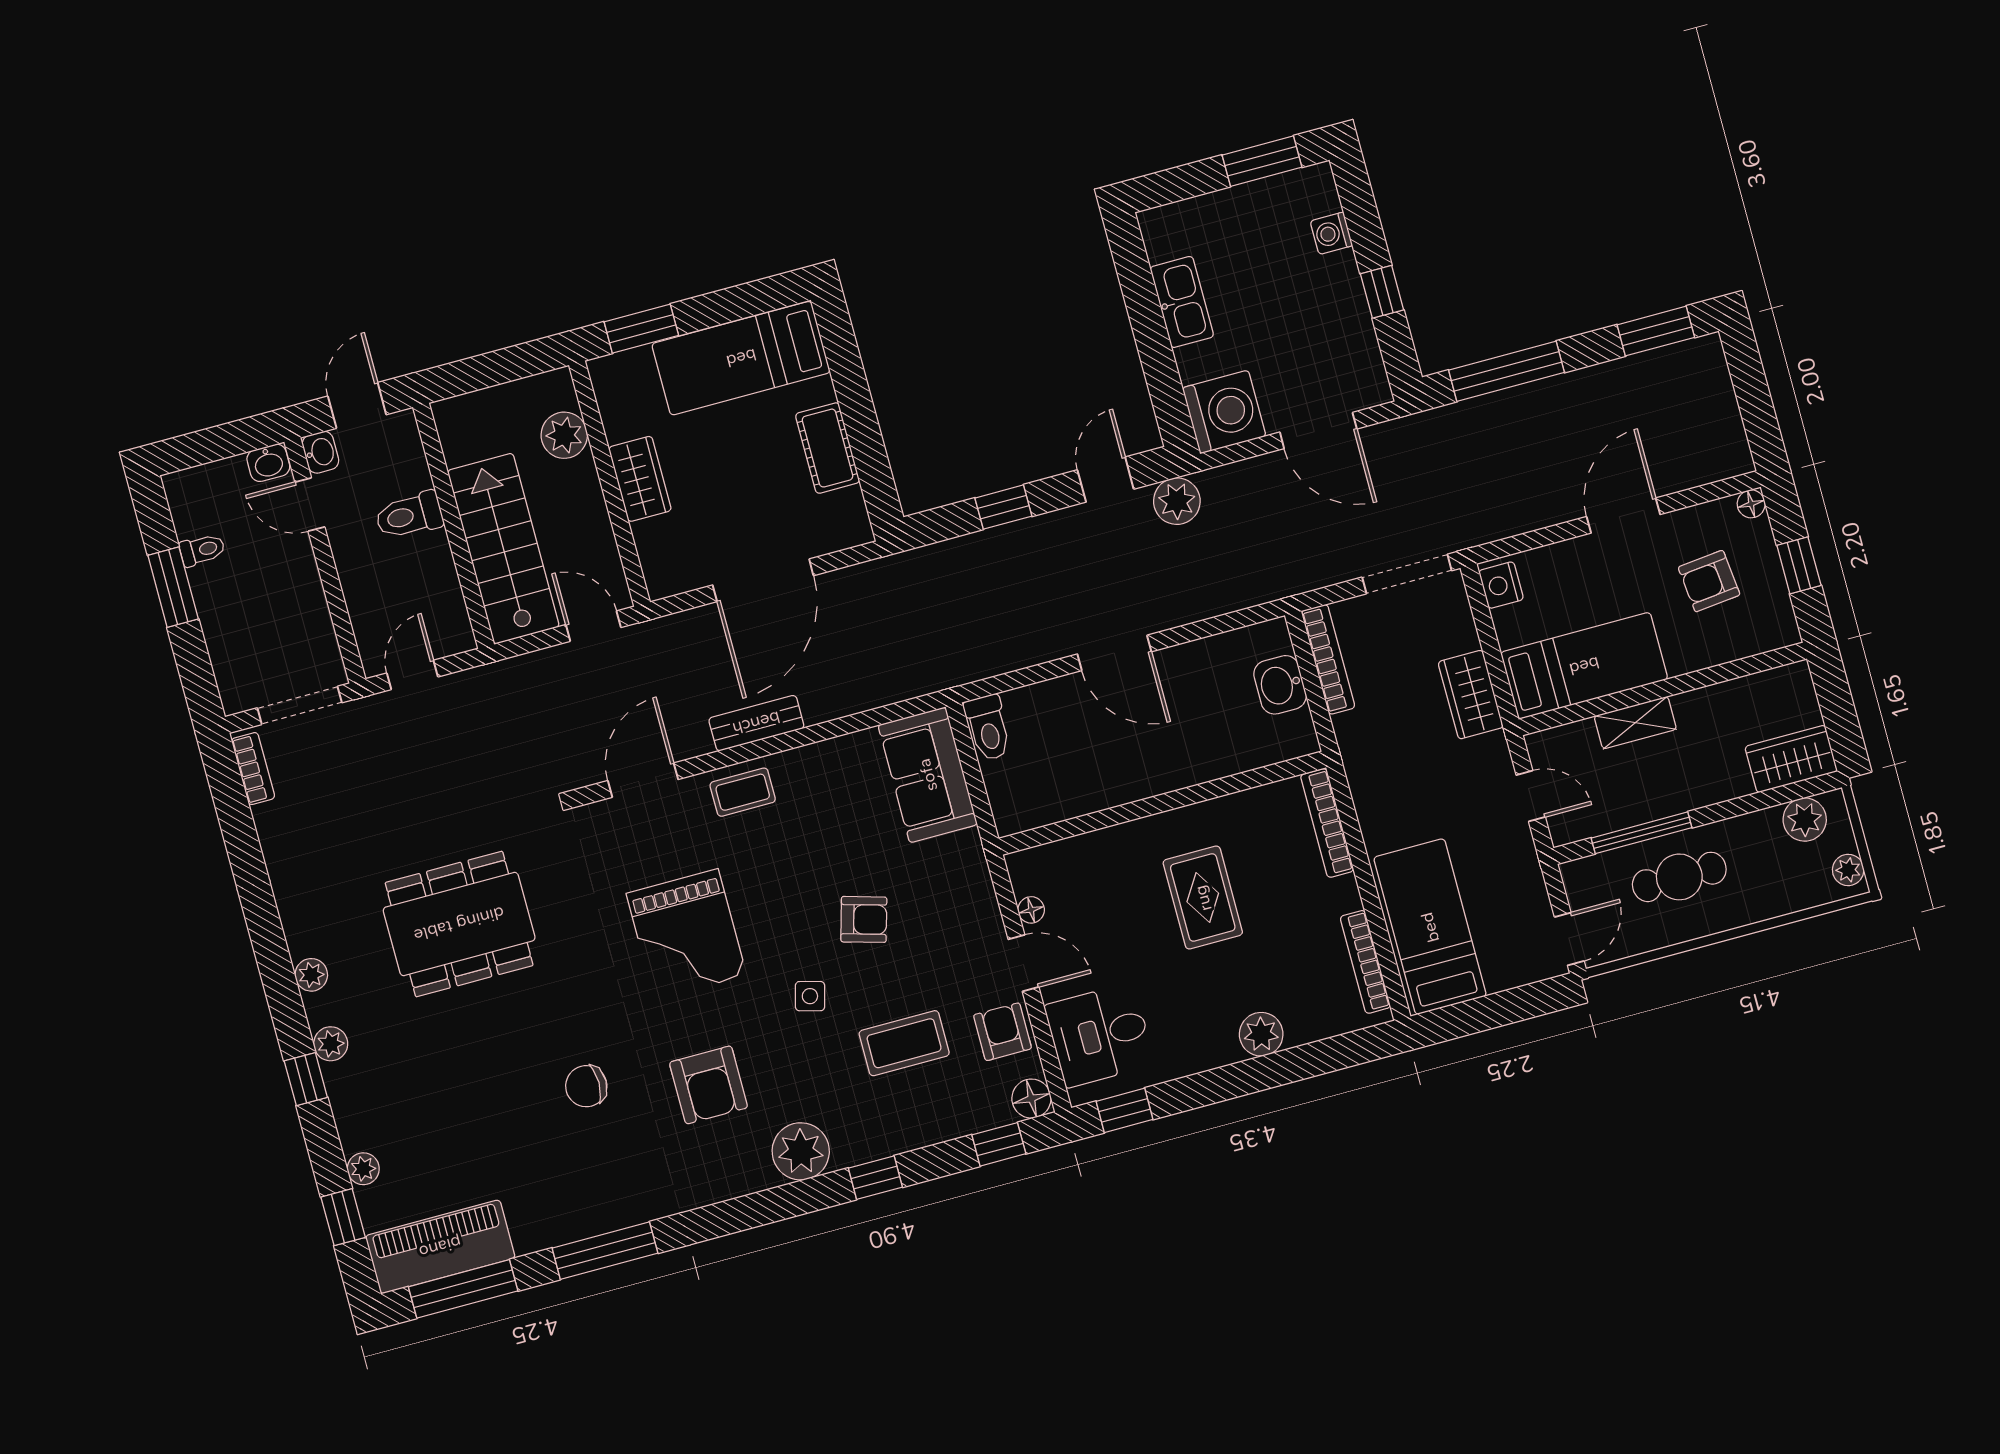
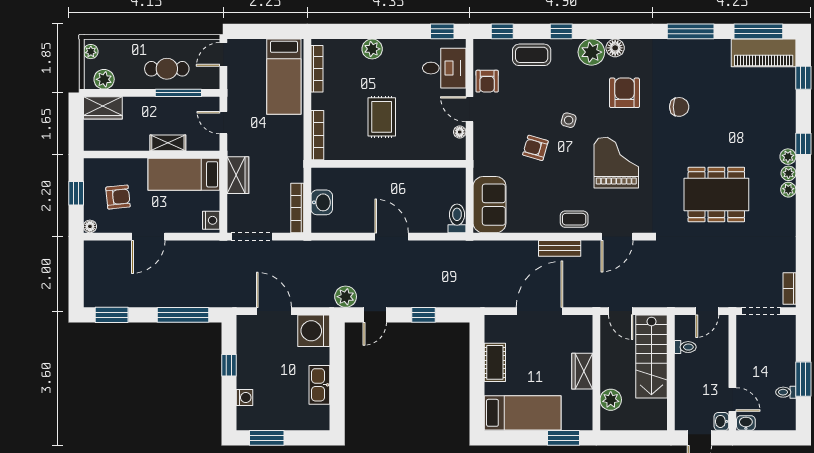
toilet: (409, 515) -> (685, 347), moved, width x0.73, depth x0.72
coffee table: (904, 1043) -> (532, 55), moved
floor lamp: (1031, 1099) -> (615, 48), moved
plant: (363, 1169) -> (788, 173), moved

